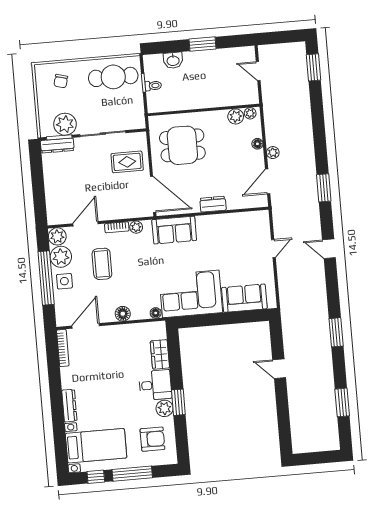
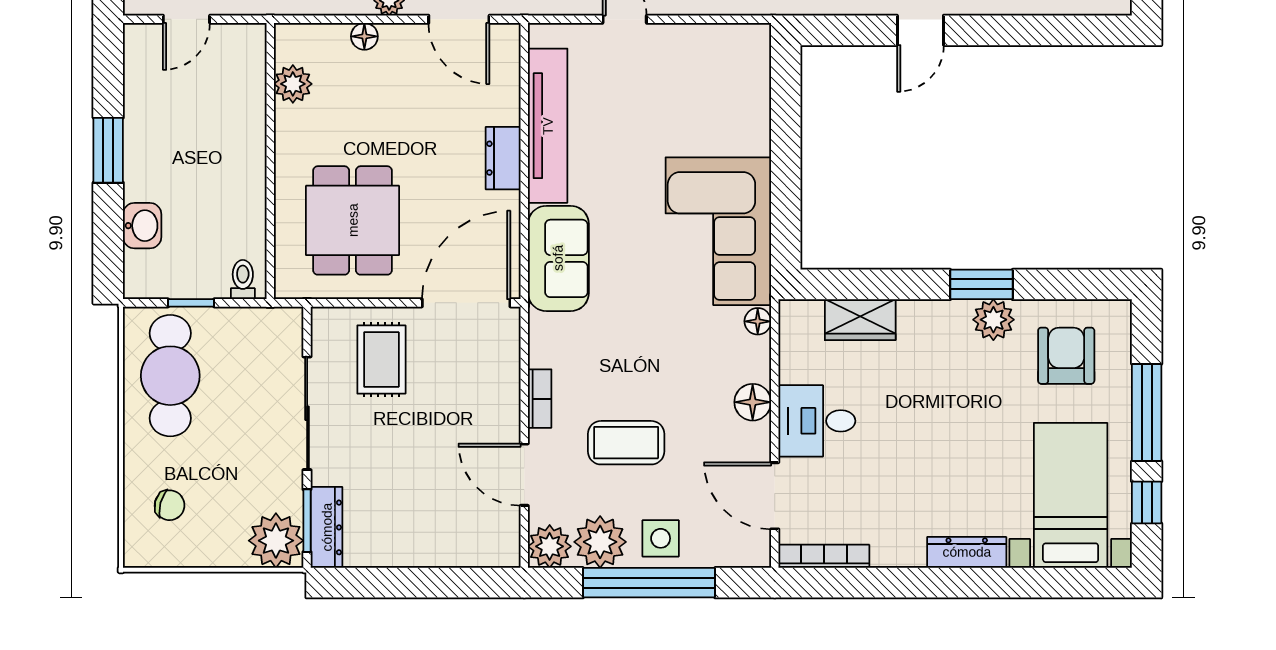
toilet: (153, 86) -> (243, 280), moved
plant: (250, 113) -> (288, 48), removed
plant: (65, 124) -> (276, 541), moved
tv unit: (228, 221) -> (548, 126), added
plant: (136, 227) -> (543, 351), removed
sofa: (244, 298) -> (740, 101), removed
desk: (155, 385) -> (817, 421), moved, turned -90

